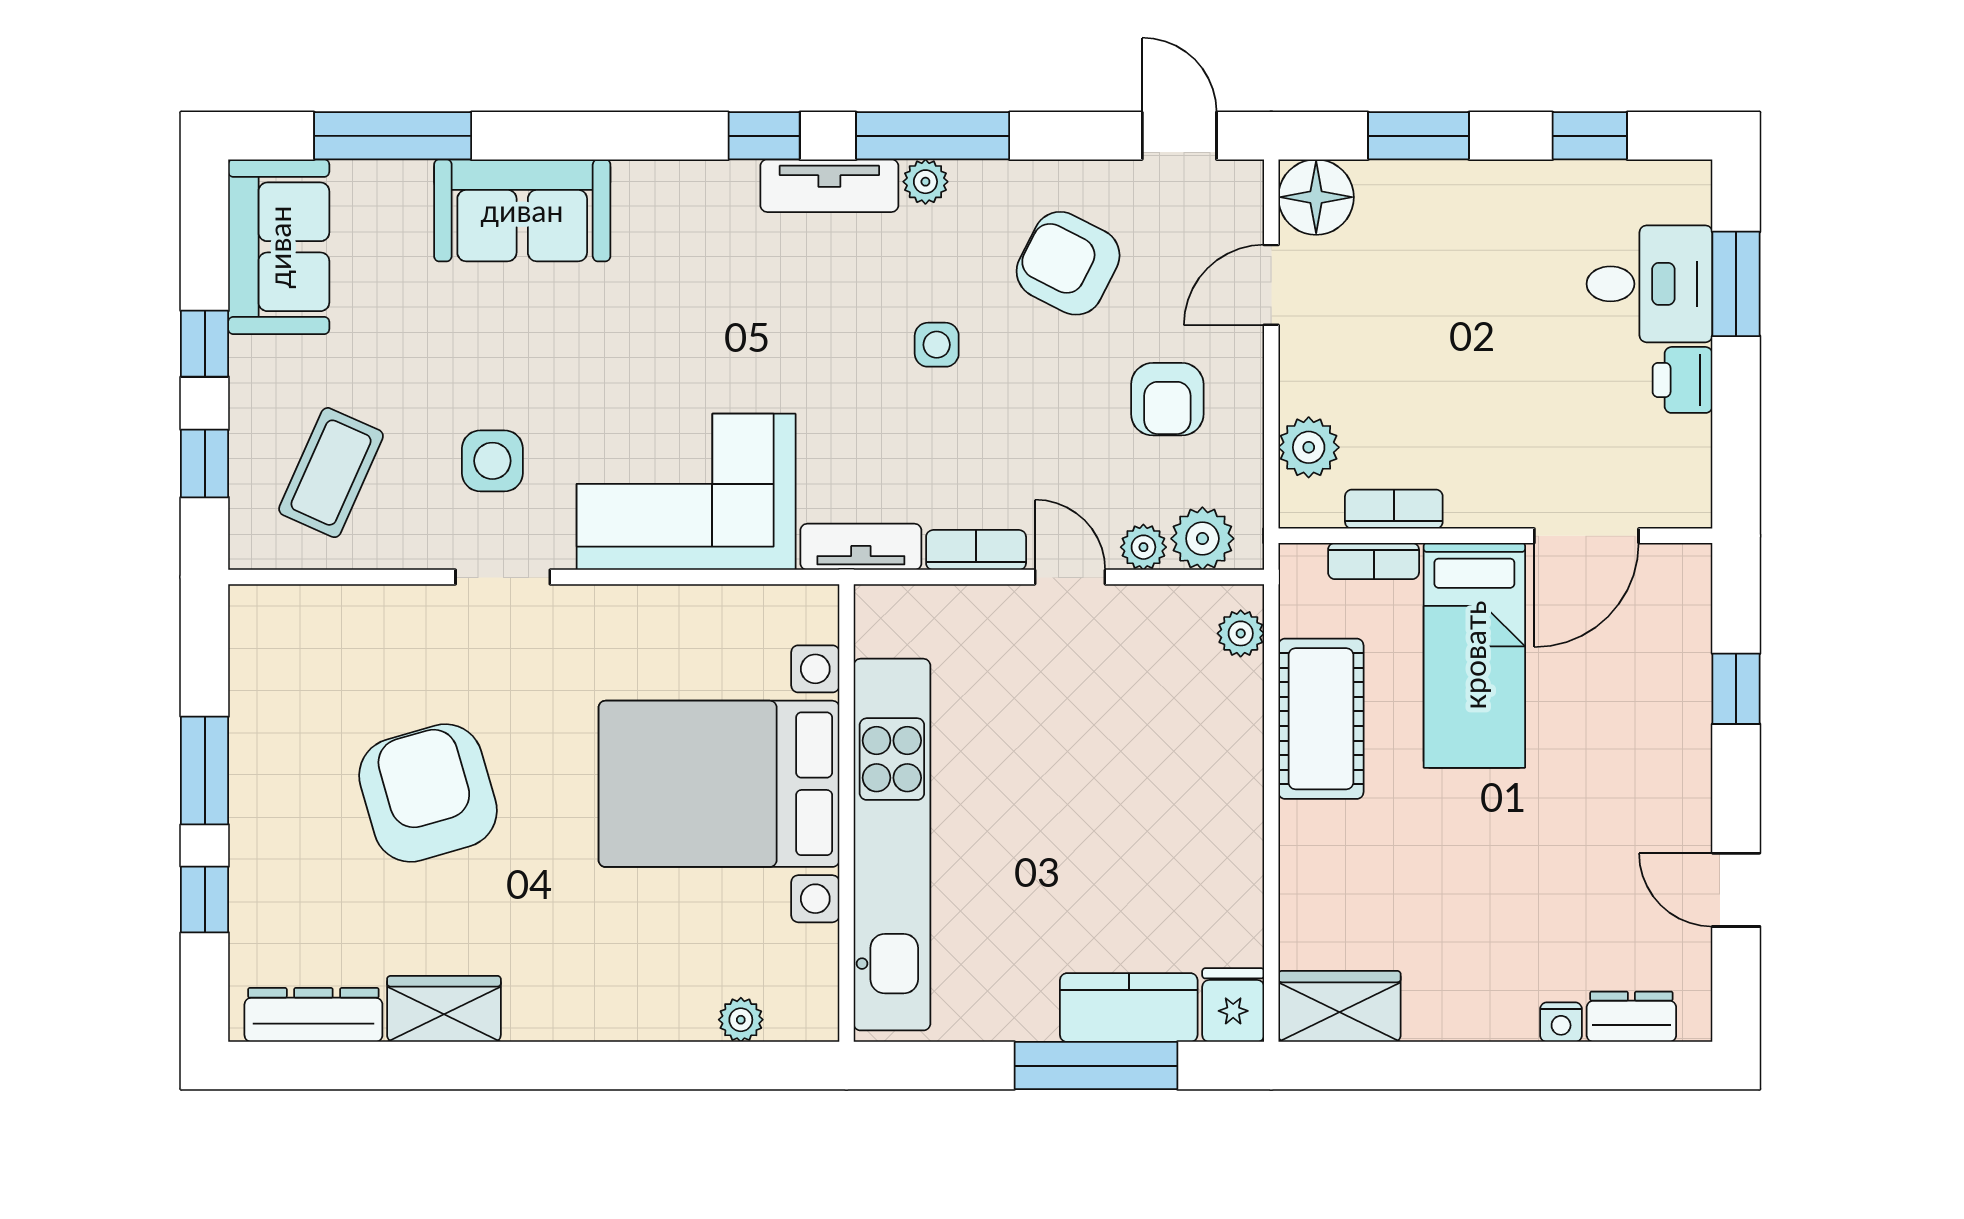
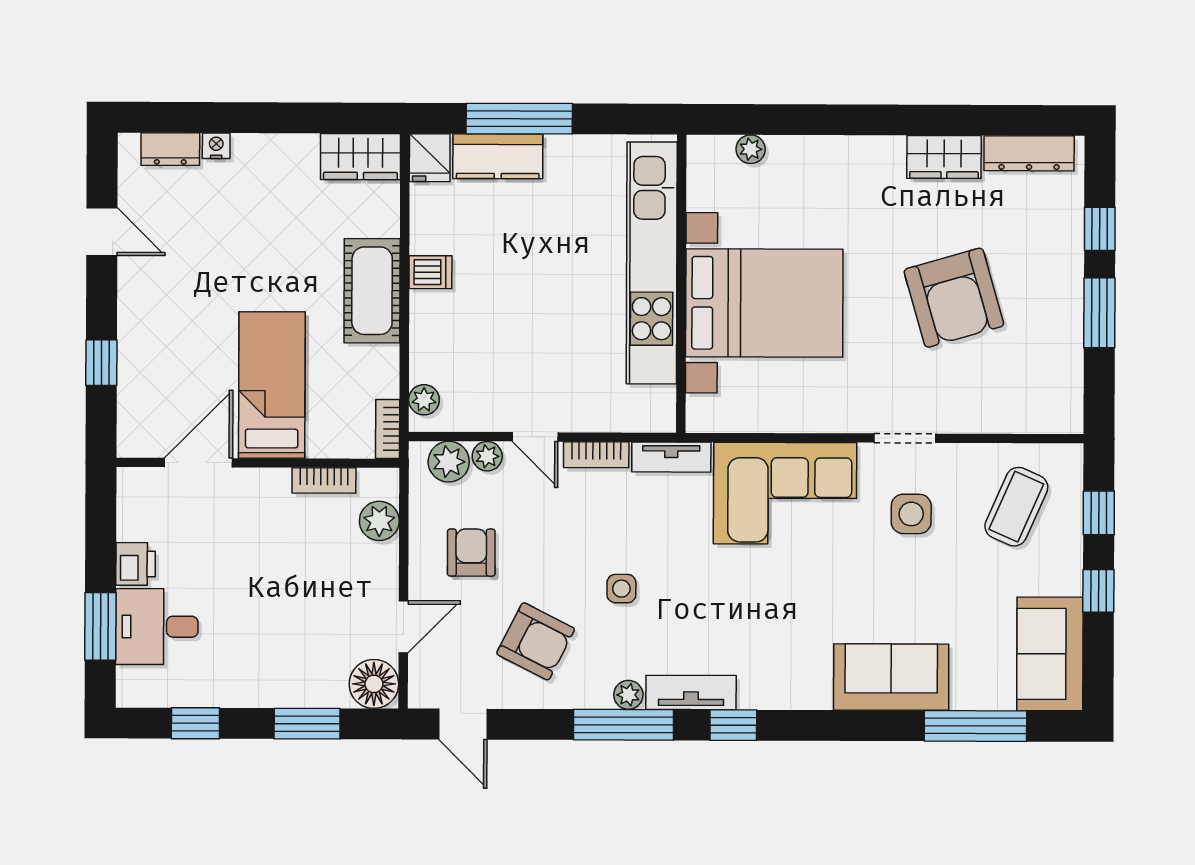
bookcase: (1374, 561) -> (388, 429), moved, turned -90
cot: (1321, 719) -> (372, 291), moved
dishwasher: (1231, 829) -> (430, 272), added

